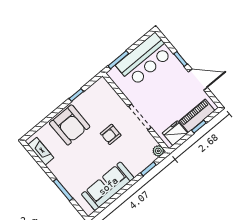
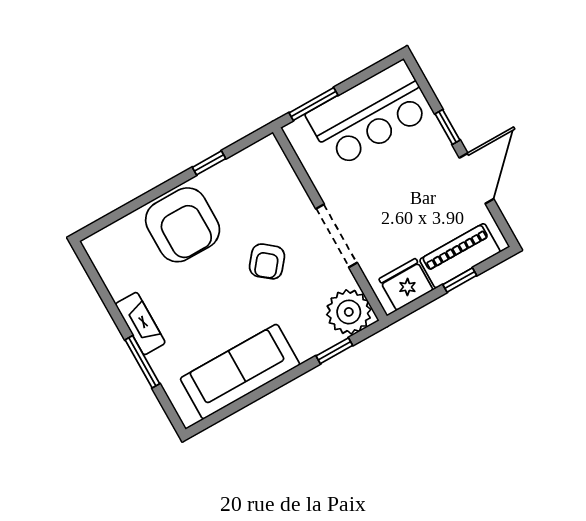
door: (198, 80) -> (476, 178), hinge flipped
armchair: (111, 134) -> (267, 261), turned -51
fireplace: (41, 151) -> (140, 324), moved
plant: (158, 151) -> (349, 312), width x1.88, depth x1.88

